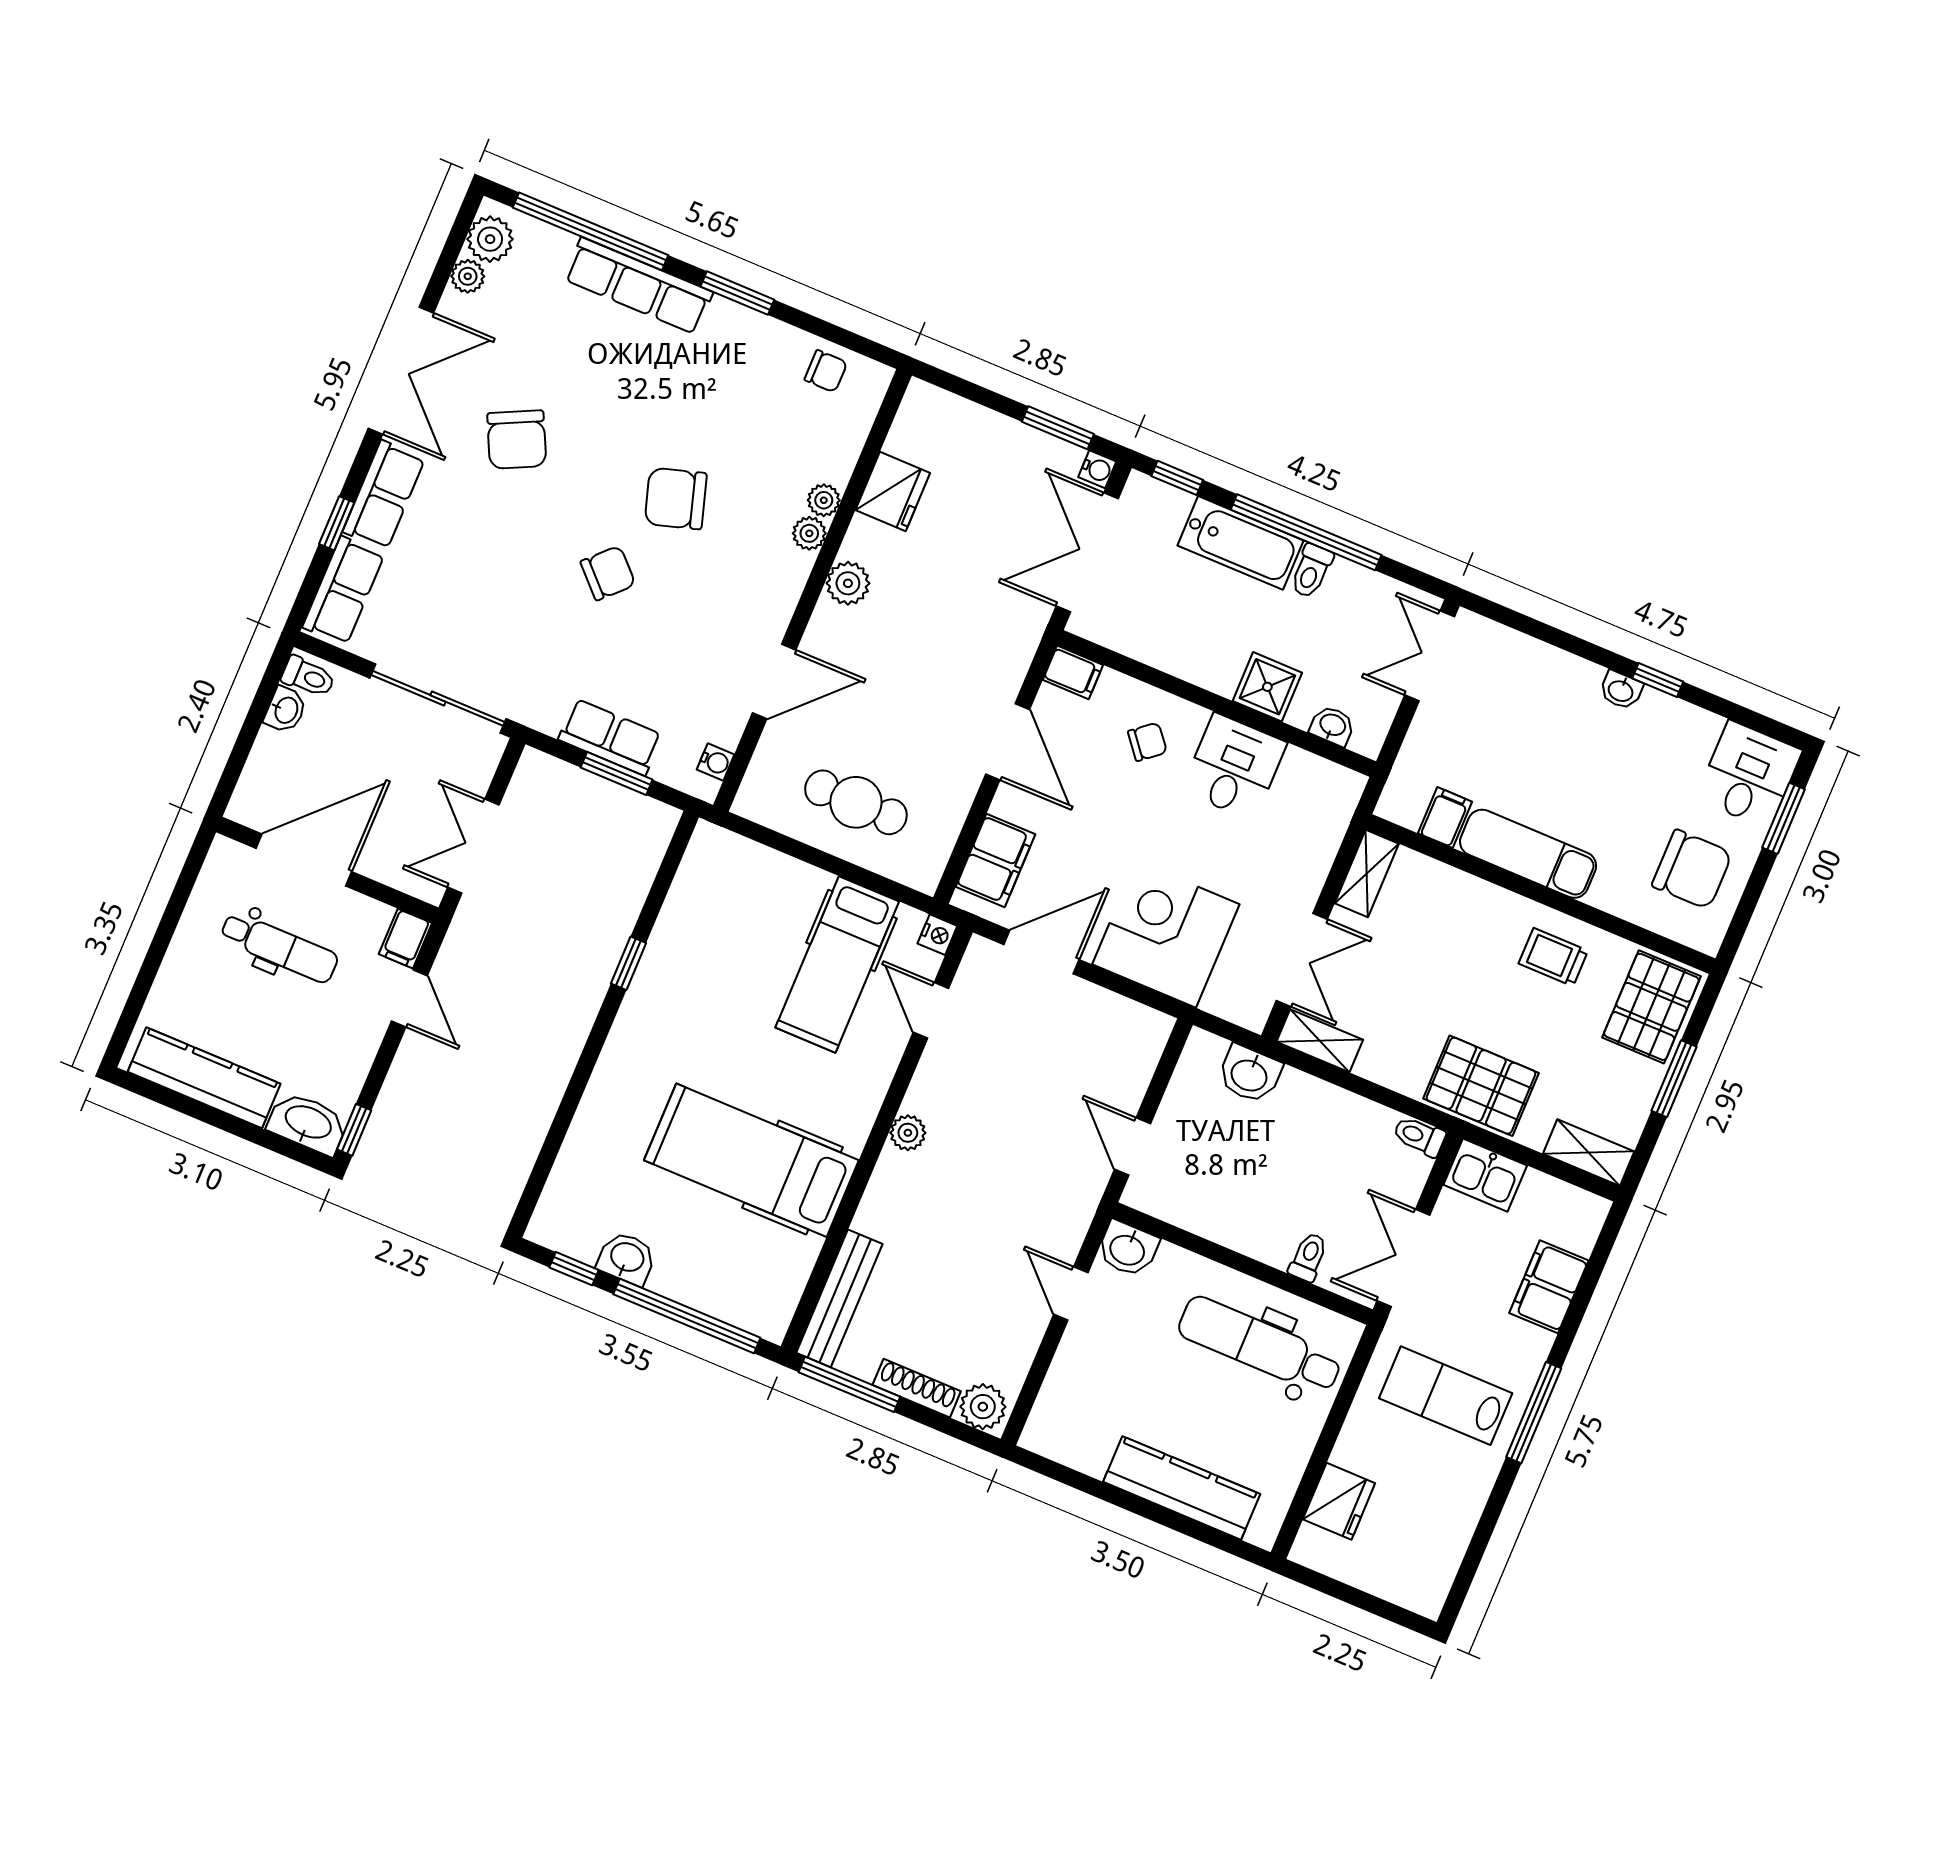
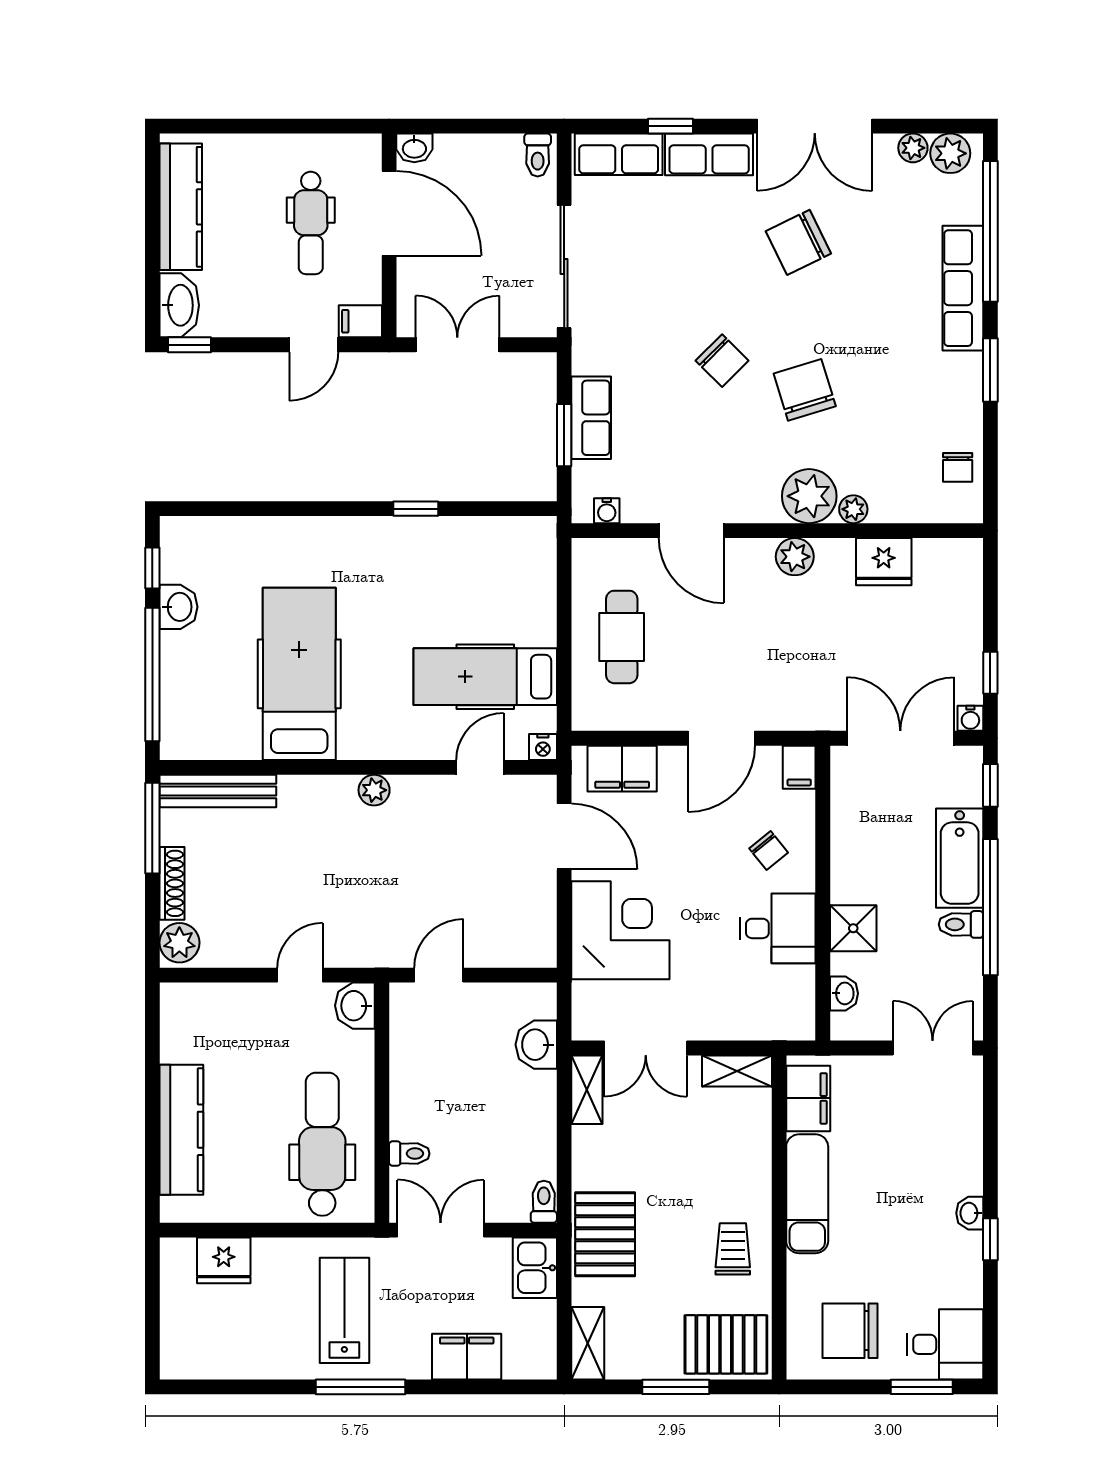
window: (1058, 428) -> (990, 673), width x0.67
plant: (809, 533) -> (809, 496), width x1.88, depth x1.88
washbasin: (285, 710) -> (414, 148), moved
filing cabinet: (1445, 818) -> (808, 1098), width x2.00
chair: (1692, 869) -> (850, 1331), turned 90

